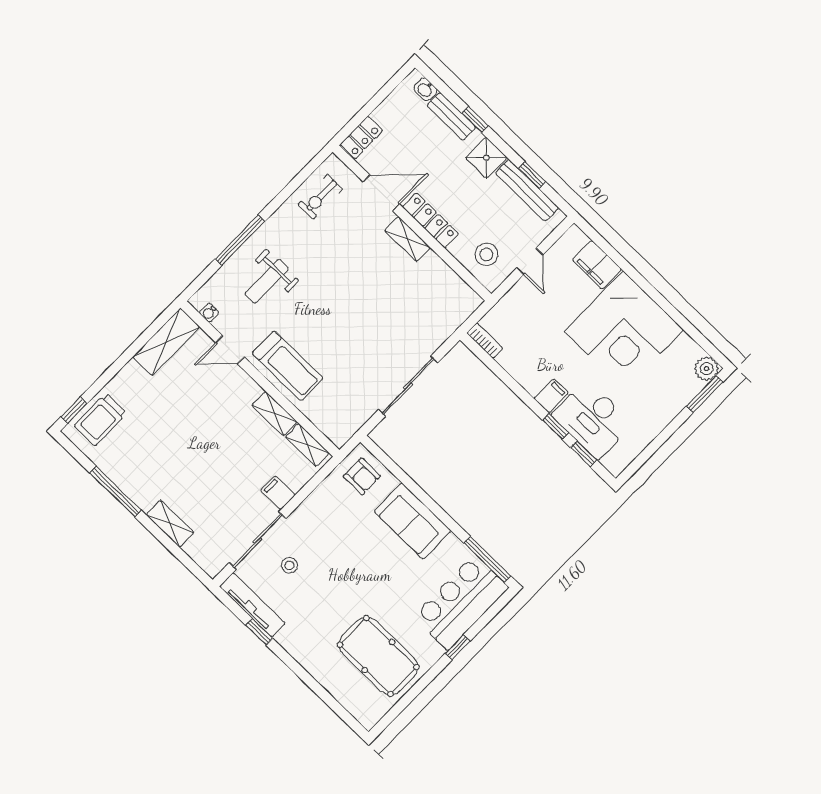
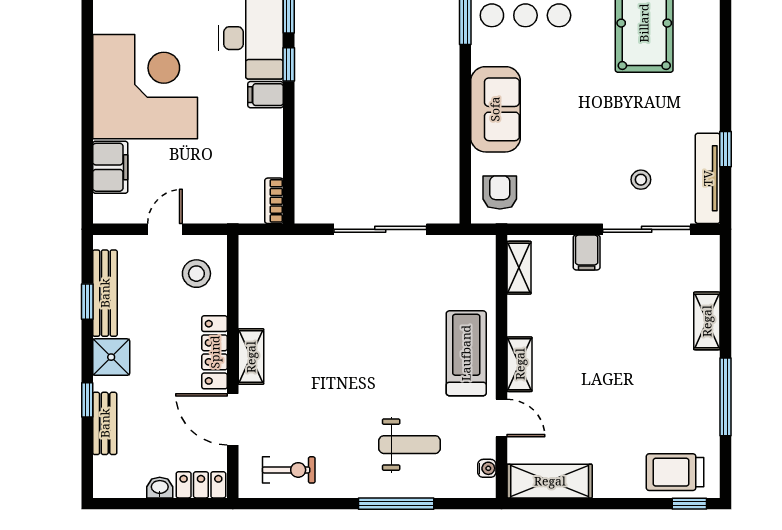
washbasin: (425, 89) -> (160, 488), moved, turned -90
shelving: (274, 413) -> (520, 364), moved
trolley: (100, 420) -> (675, 472), turned 180

